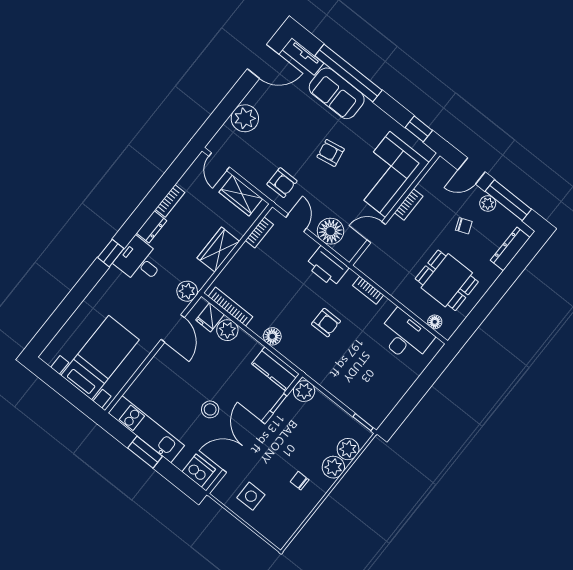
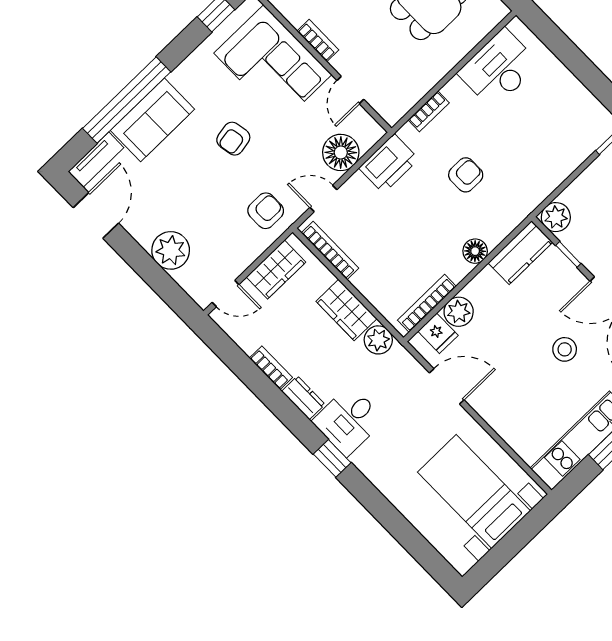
bookcase: (259, 232) -> (330, 251), width x1.56
plant: (187, 291) -> (378, 340), moved
floor lamp: (435, 322) -> (484, 25), removed

